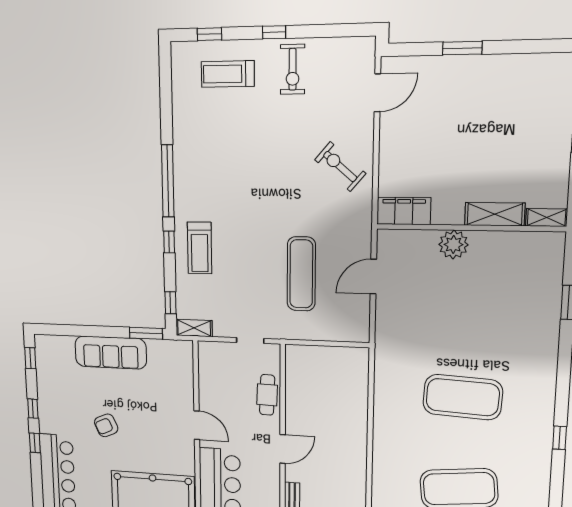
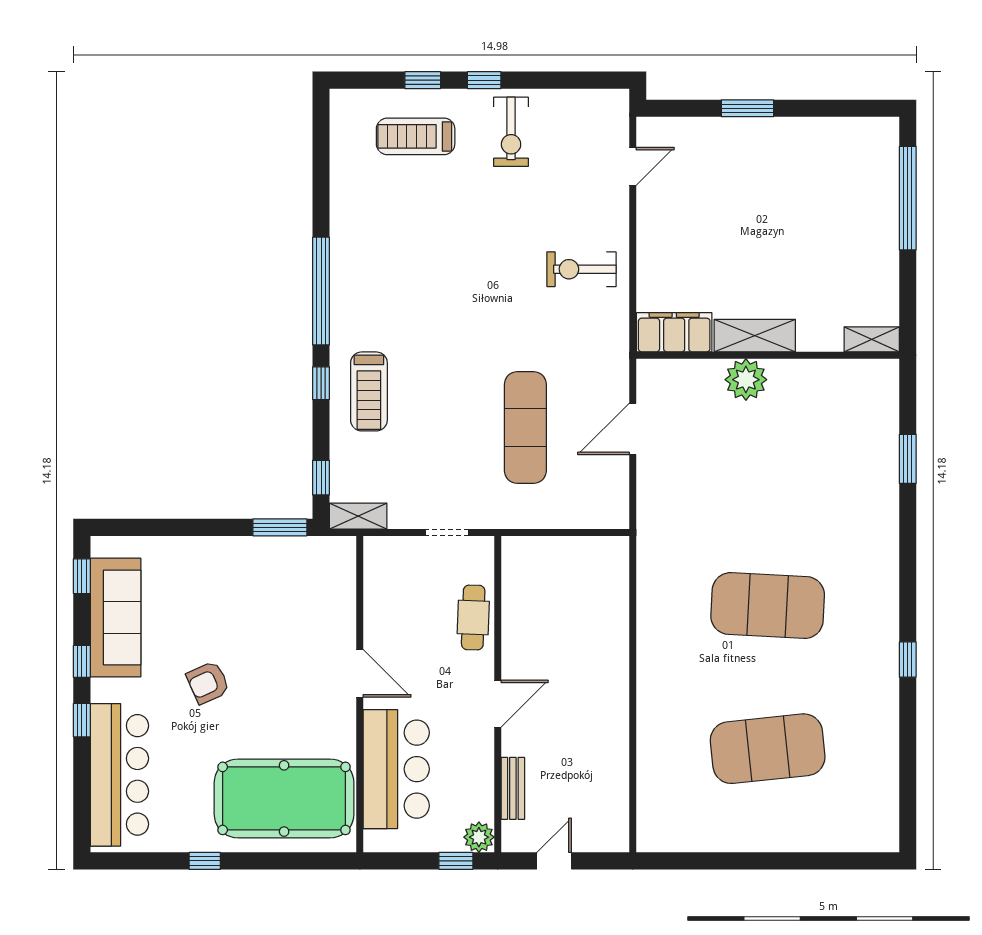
window: (209, 34) -> (423, 80), moved
door: (377, 93) -> (633, 166), width x0.73
exercise bike: (340, 167) -> (581, 269), turned -41
shelving: (495, 214) -> (755, 336), moved
sofa: (111, 352) -> (116, 617), moved, turned -90

